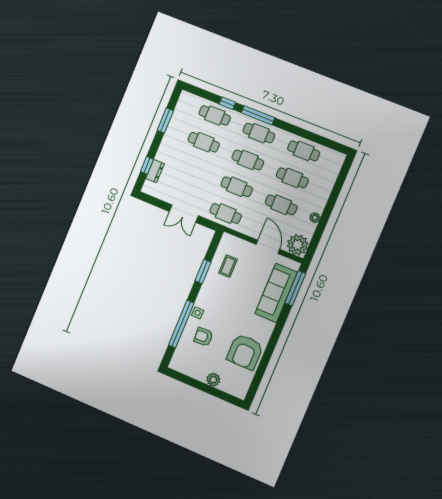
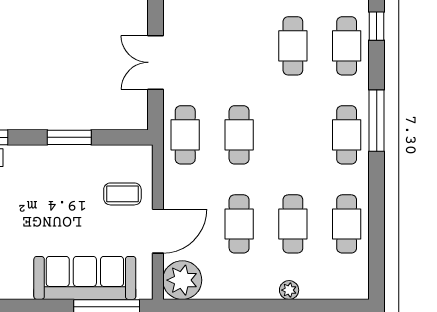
window: (227, 103) -> (377, 26), moved
cafe table: (248, 160) -> (293, 135), removed
plant: (315, 218) -> (289, 290), moved
coffee table: (228, 266) -> (122, 194), moved

